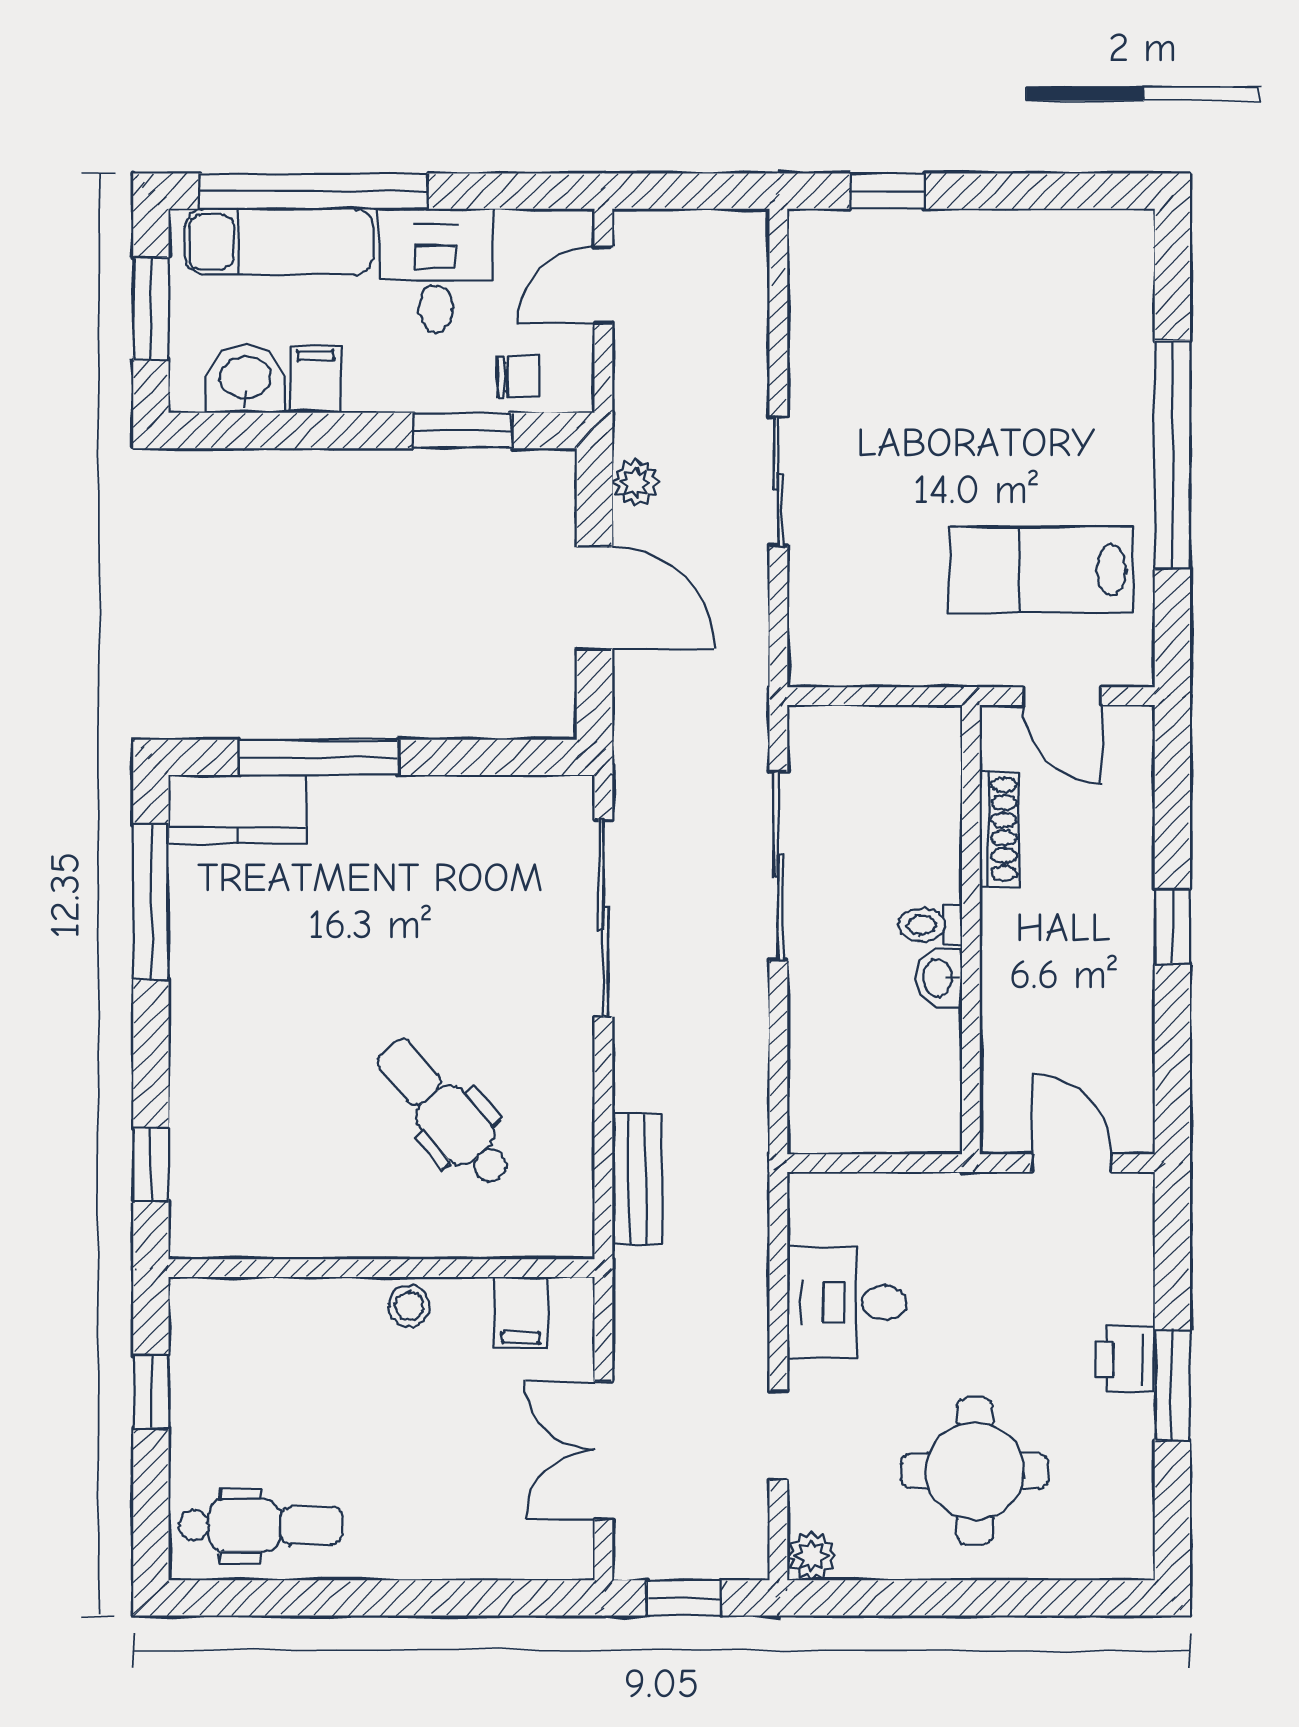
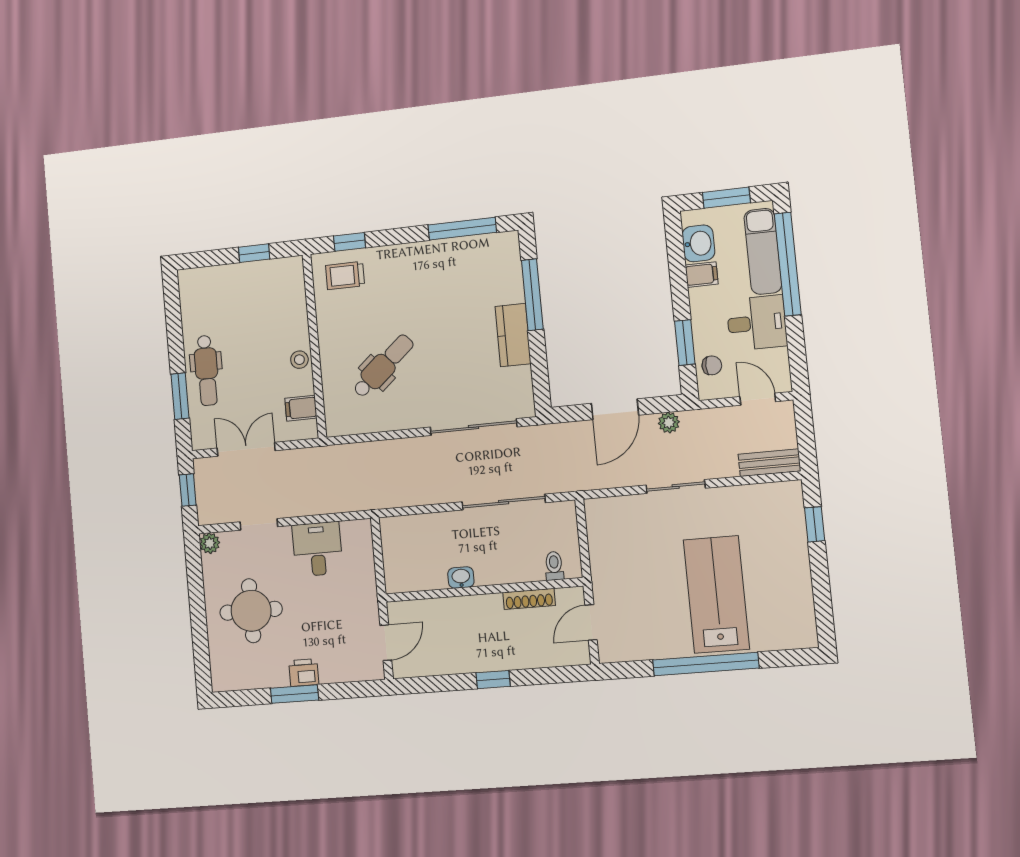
chair: (519, 377) -> (712, 365), turned -90
lab bench: (1041, 570) -> (716, 594), moved, width x1.36, depth x1.39
kitchen counter: (237, 809) -> (513, 335), moved
toilet: (930, 925) -> (554, 566), moved
bench: (637, 1179) -> (769, 463), moved
trolley: (227, 1182) -> (345, 276), added
dental chair: (261, 1525) -> (207, 370), moved
window: (464, 1598) -> (180, 396), added

